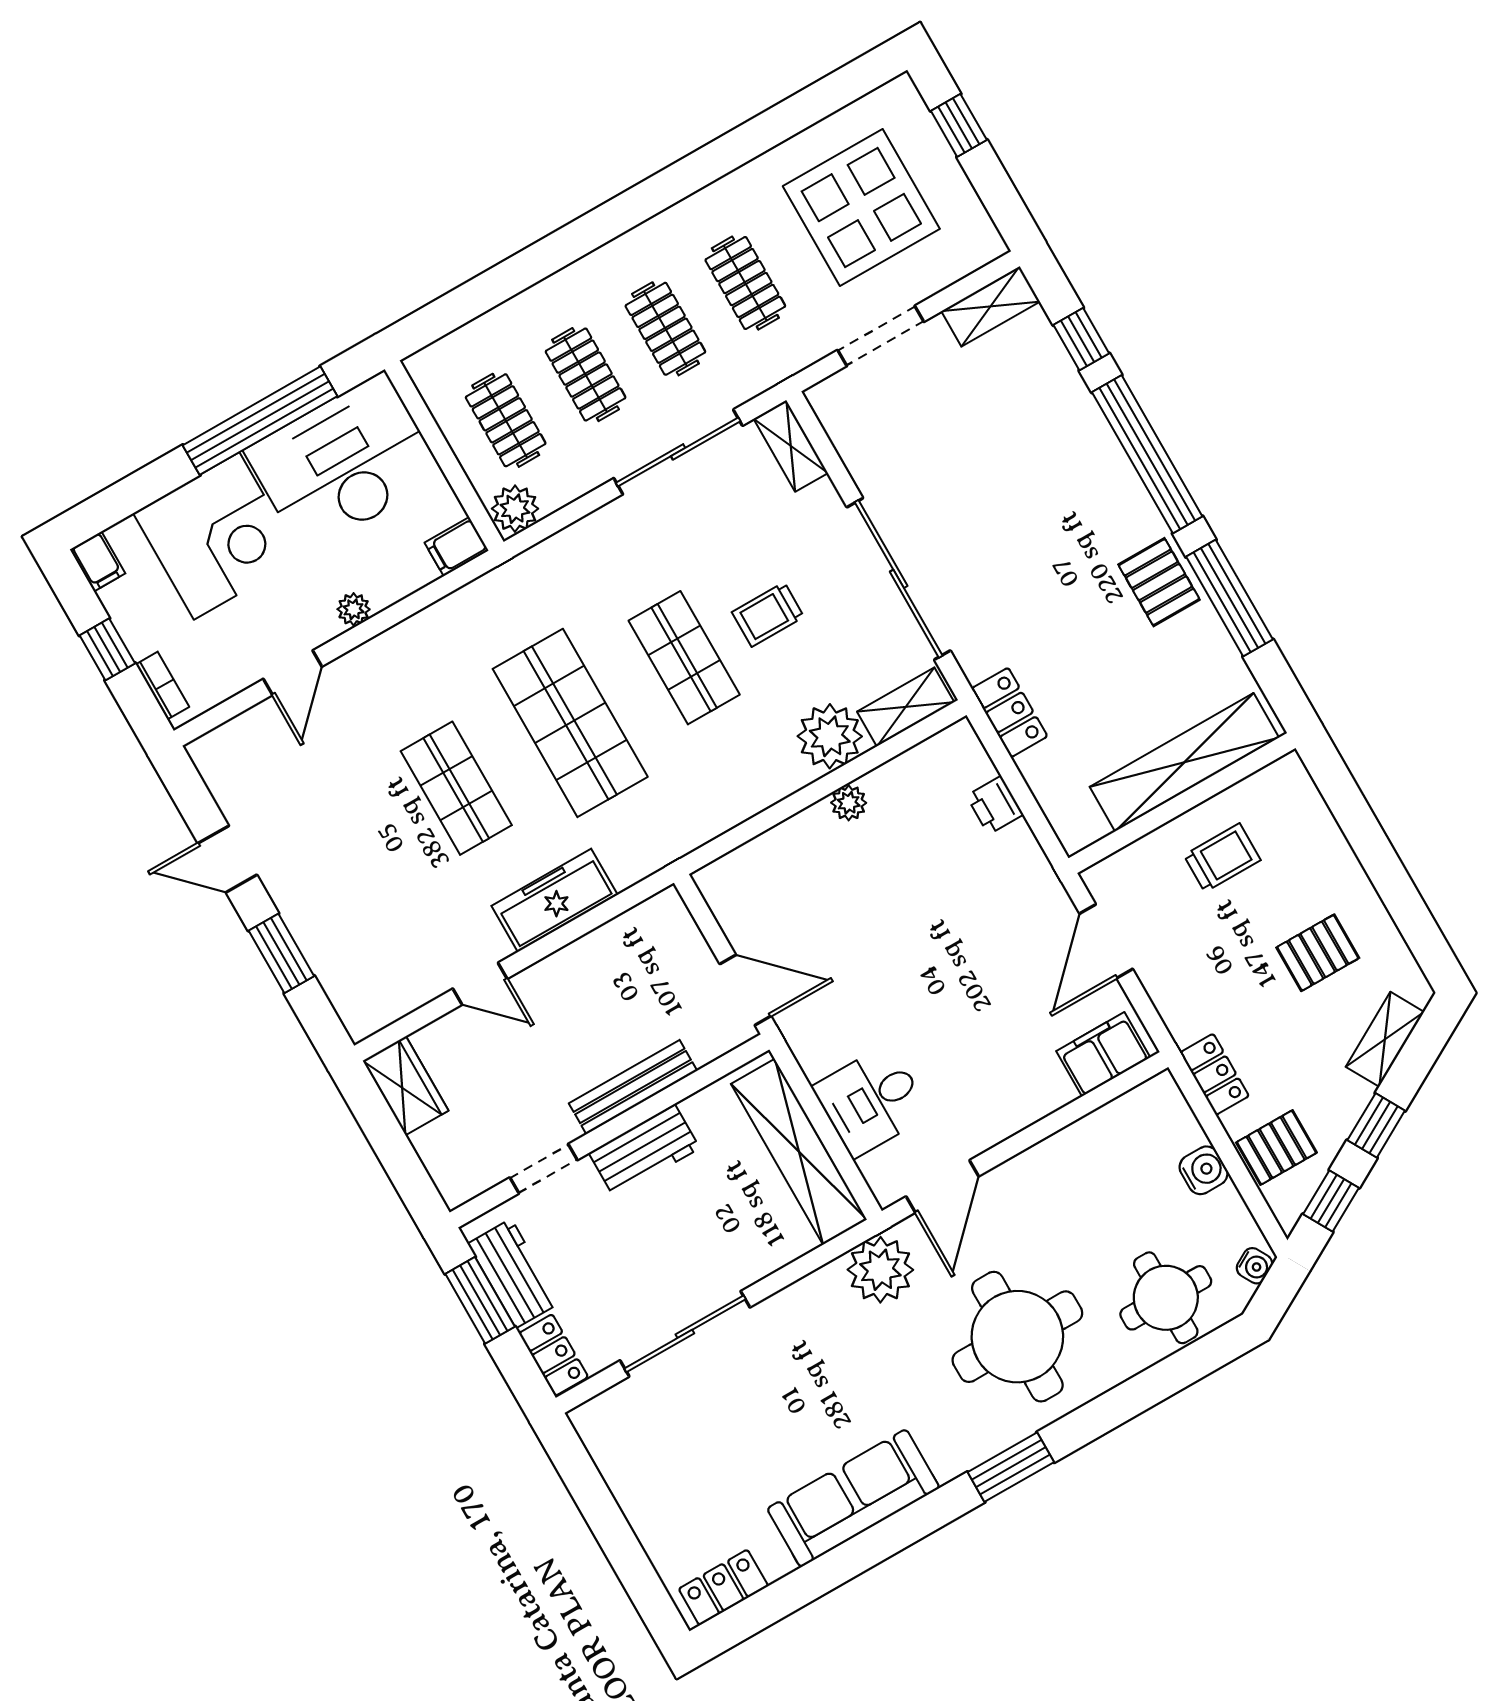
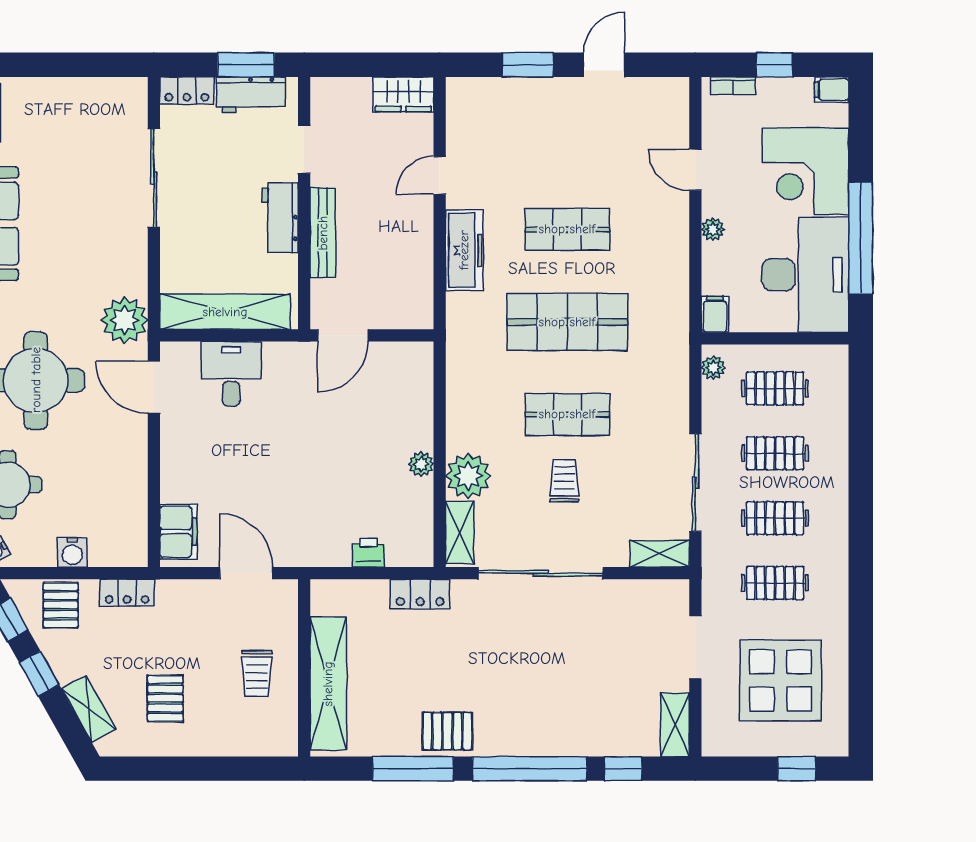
plant: (515, 509) -> (713, 368), width x0.73, depth x0.73

